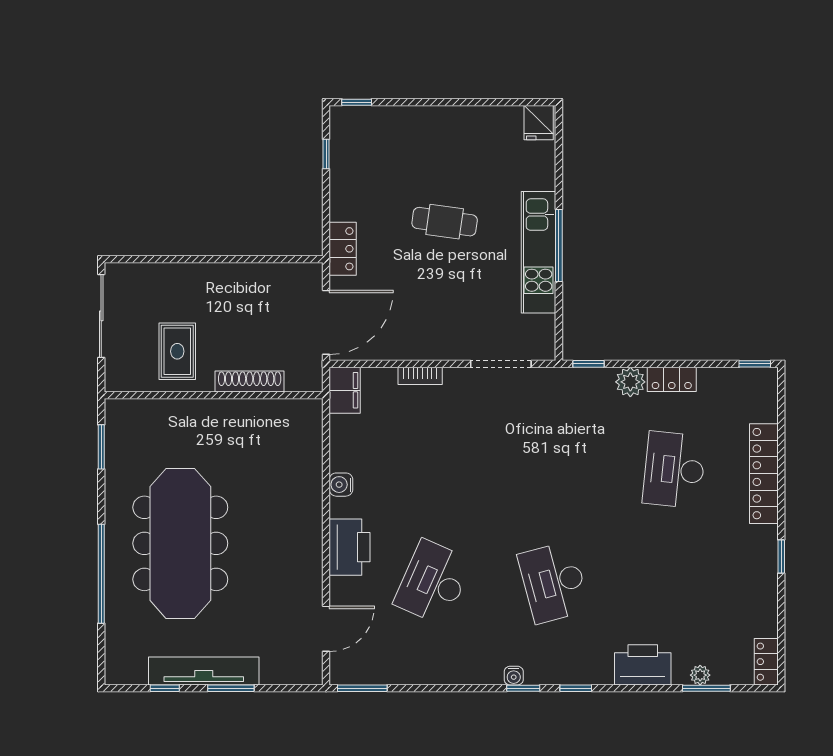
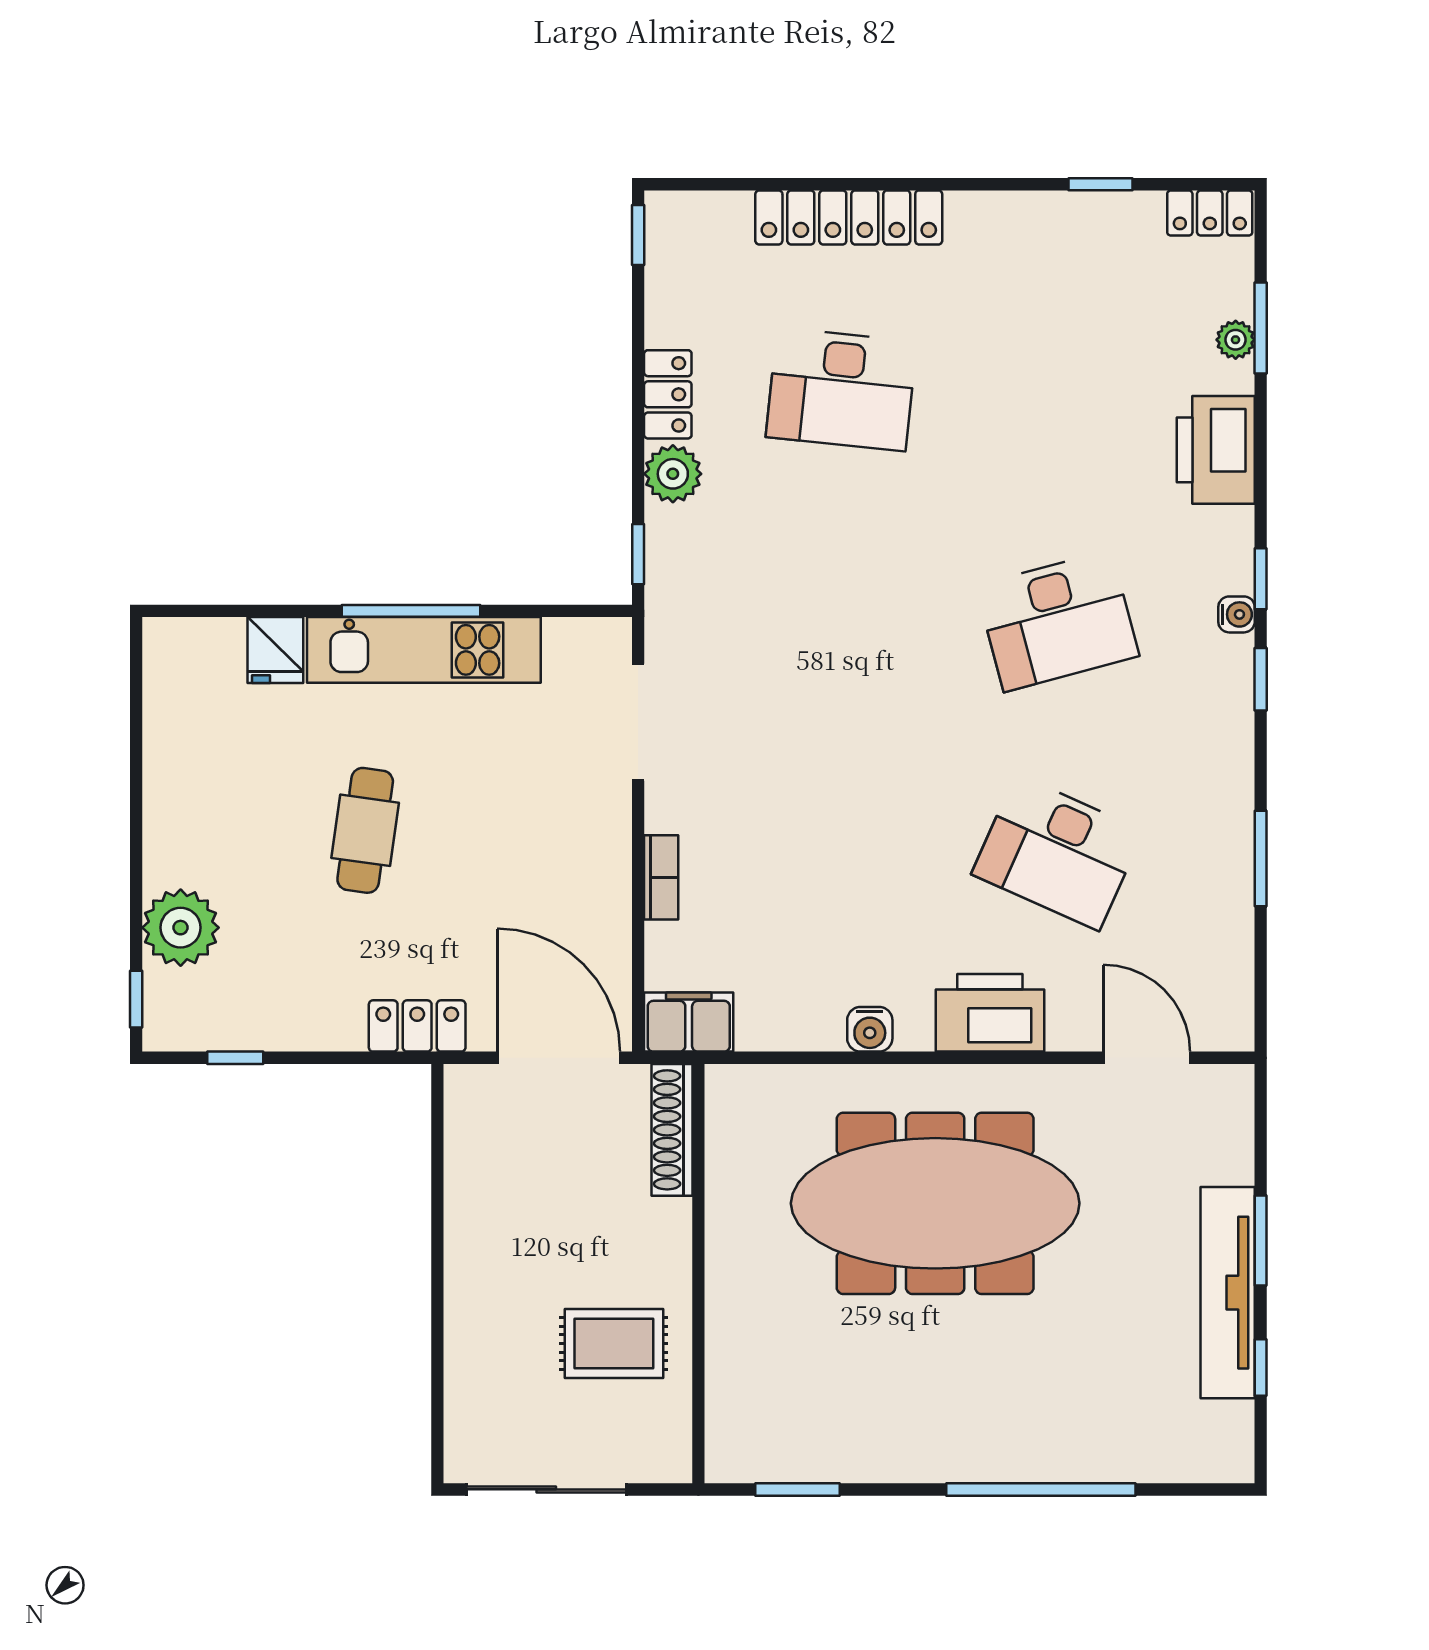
fridge: (539, 123) -> (275, 650), moved, turned 90
plant: (394, 125) -> (181, 928), added
shoe rack: (250, 381) -> (672, 1130), moved
meeting table: (180, 543) -> (935, 1203), moved
window: (781, 557) -> (1100, 184), moved
water cooler: (514, 676) -> (1237, 614), moved
window: (362, 688) -> (1261, 859), moved

